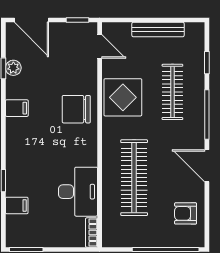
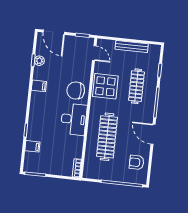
desk: (78, 192) -> (74, 119), moved

